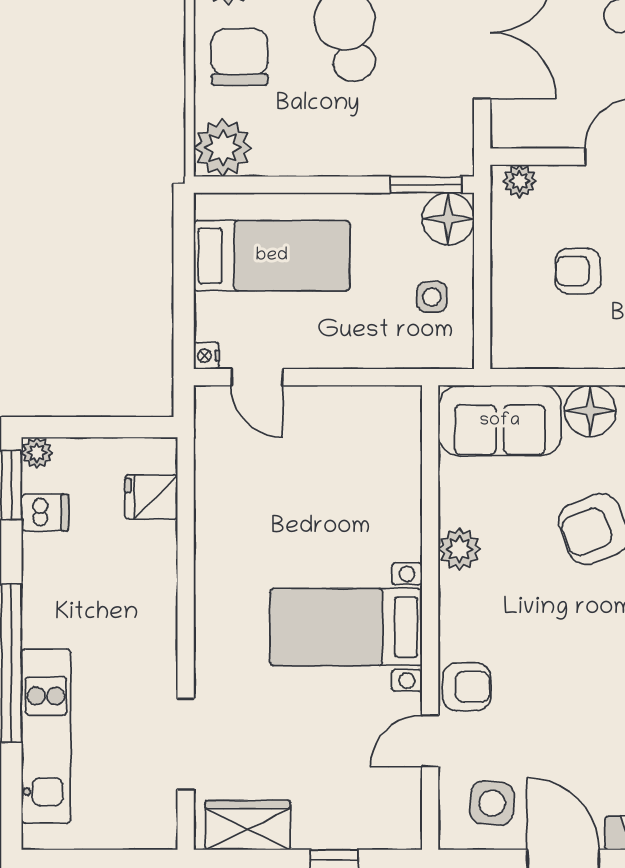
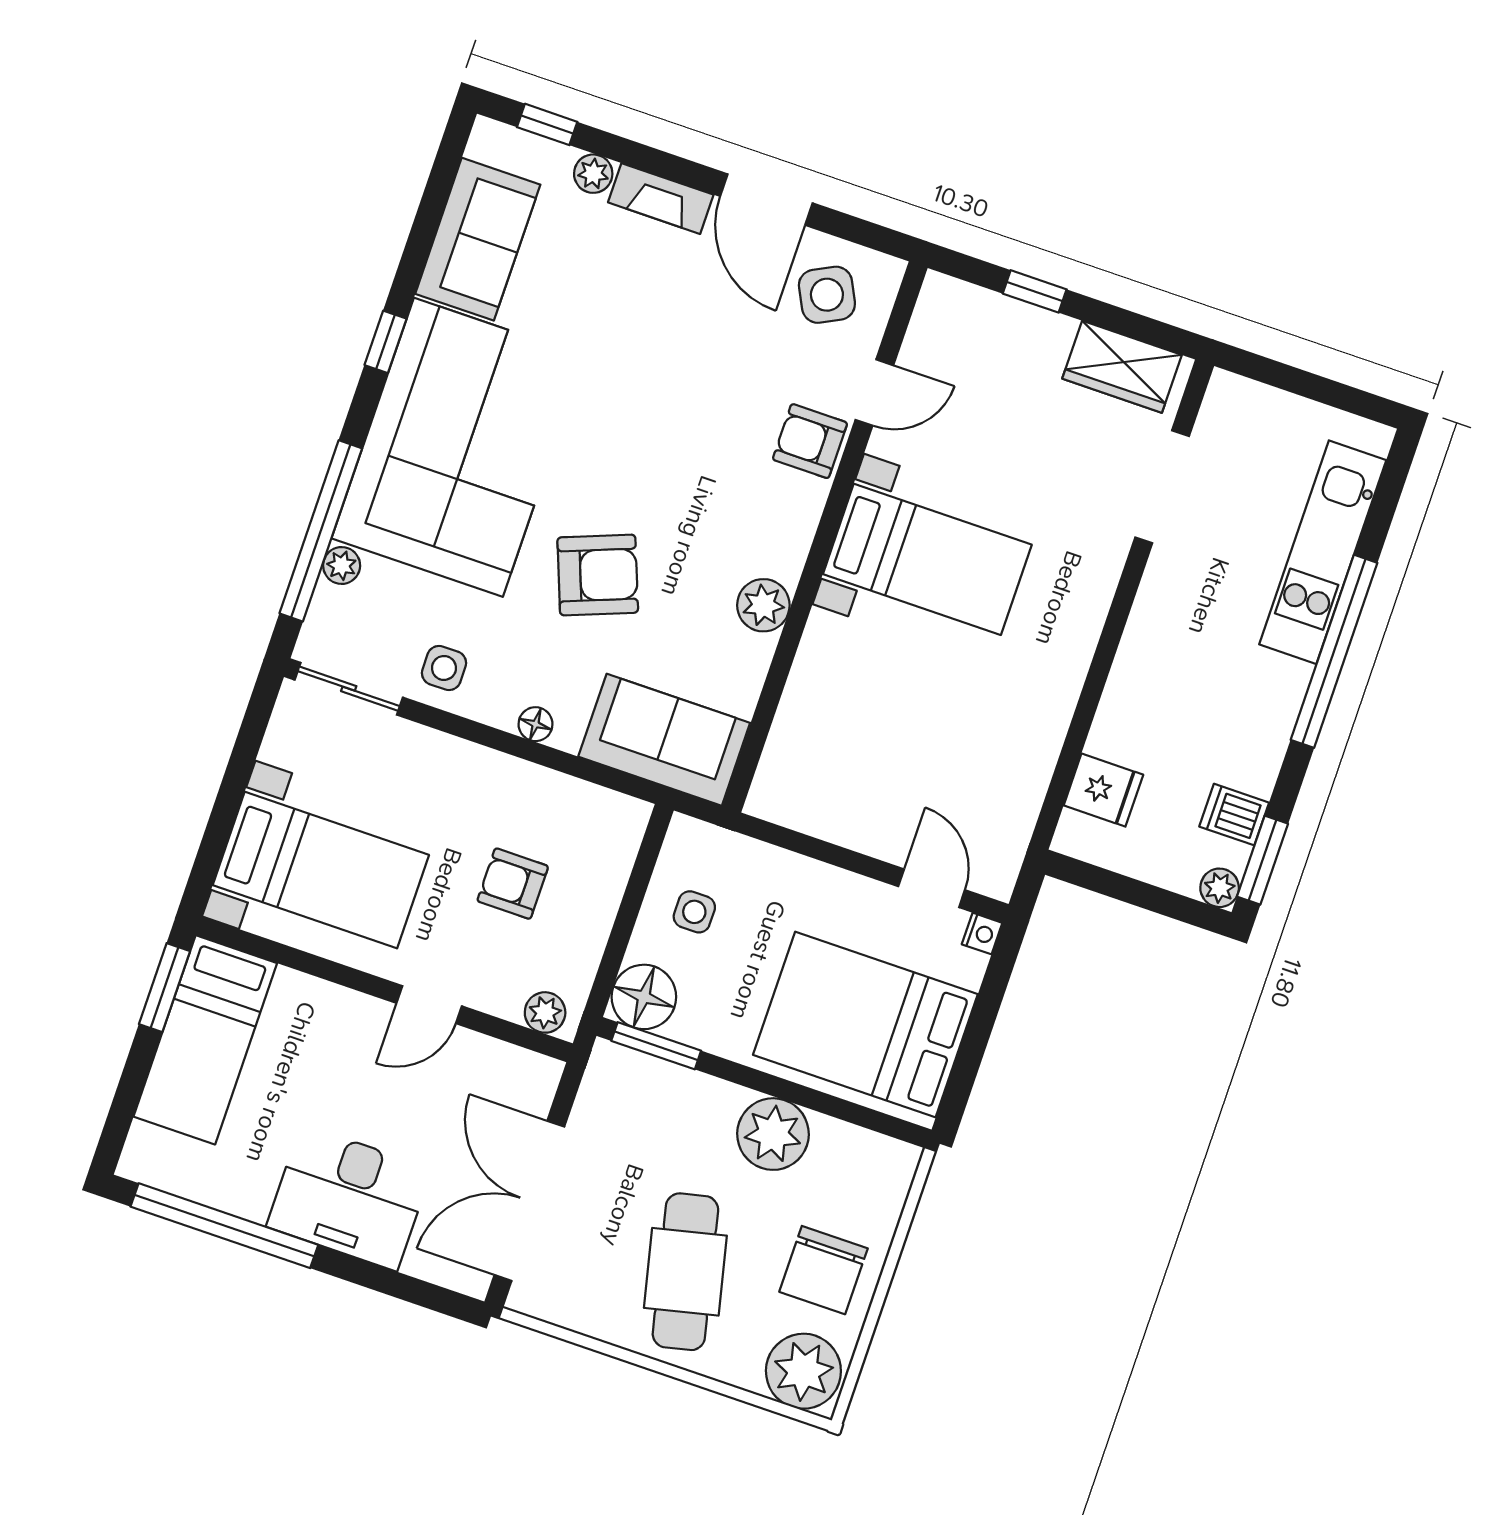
plant: (223, 148) -> (773, 1134), moved
bed: (272, 256) -> (865, 1024), width x1.50
armchair: (578, 271) -> (513, 884), turned 180
floor lamp: (590, 411) -> (535, 724), width x0.53, depth x0.53
side table: (492, 803) -> (827, 295), turned -32

